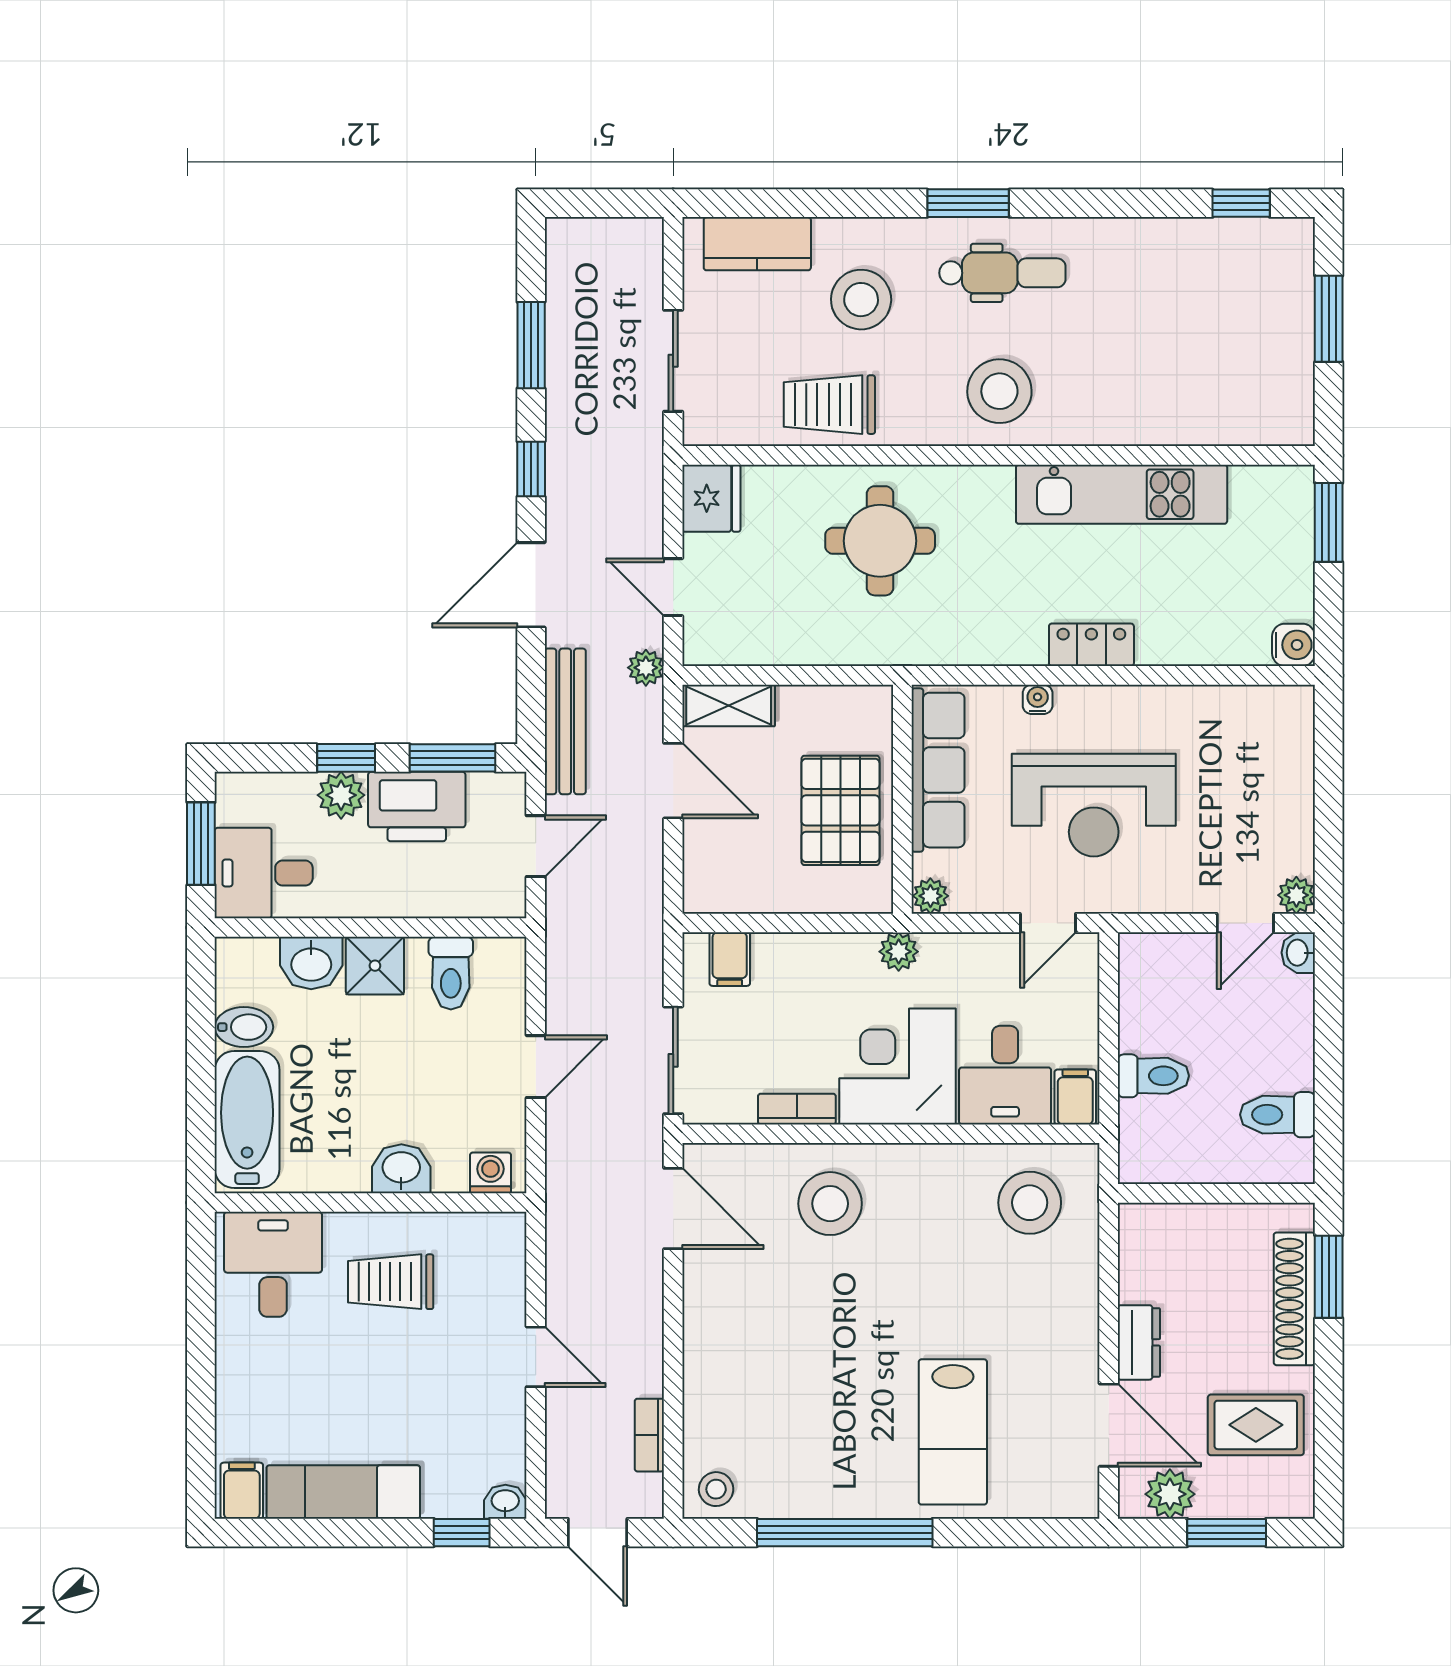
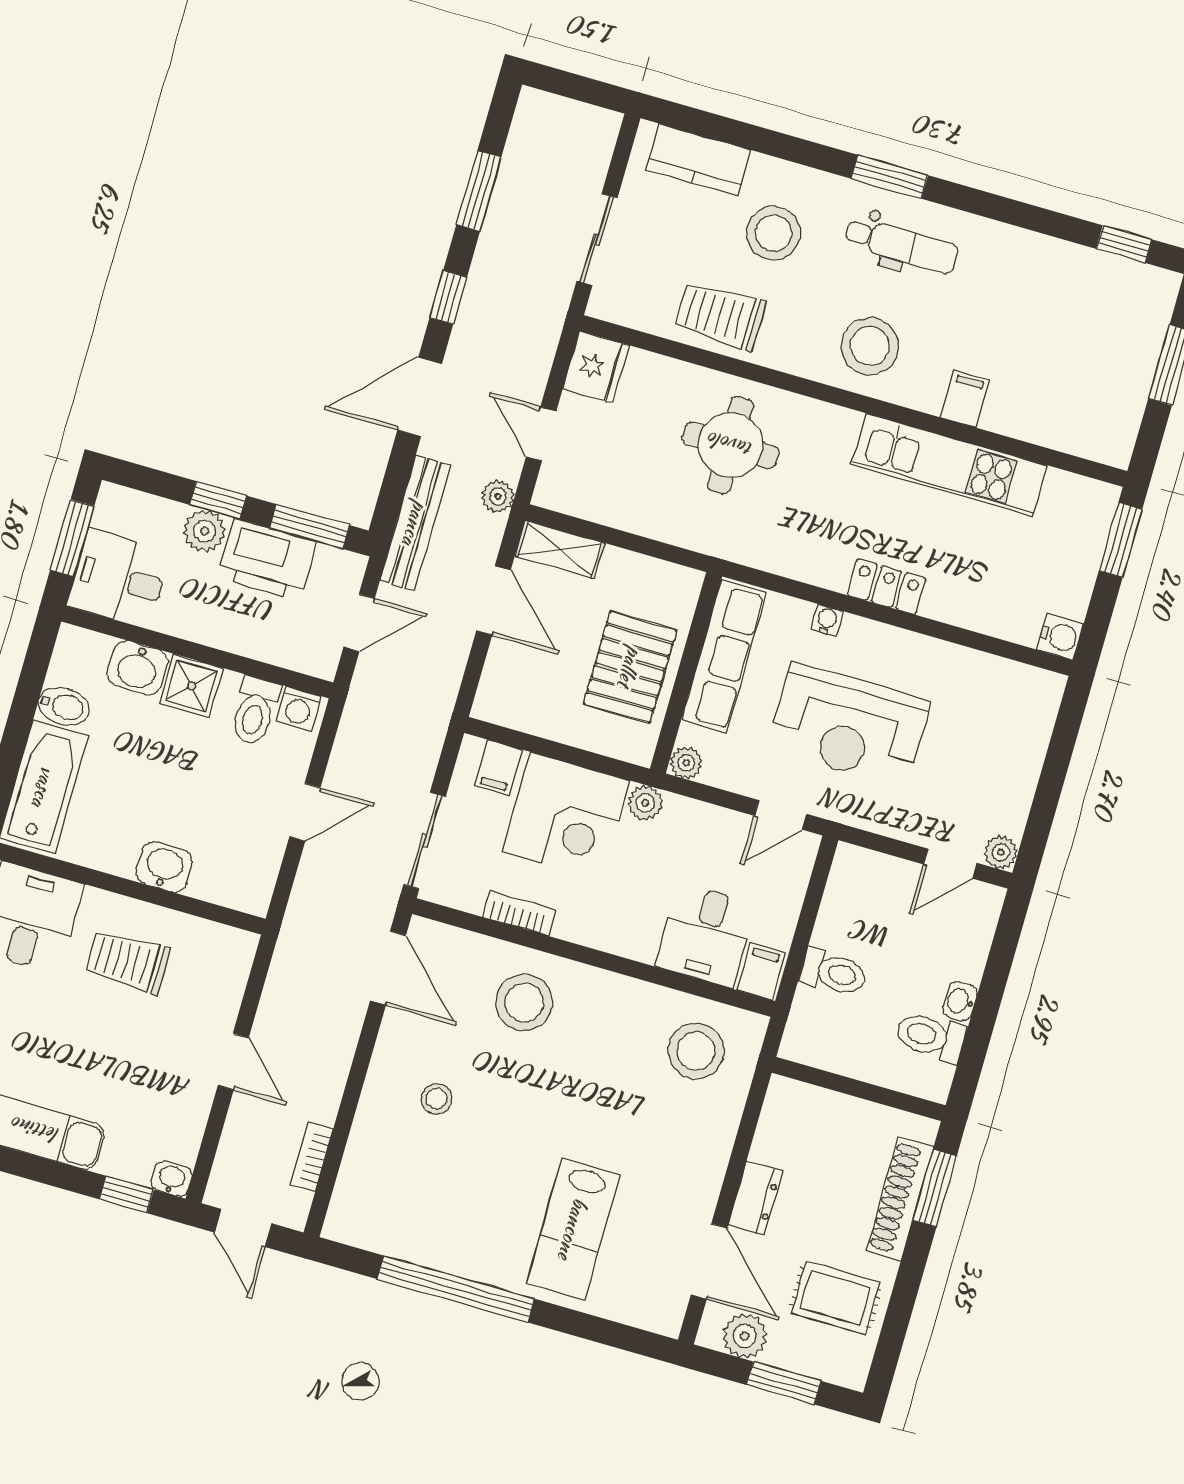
filing cabinet: (1118, 418) -> (965, 399), added
washbasin: (1298, 953) -> (960, 1001), moved
corner desk: (897, 1067) -> (566, 816), moved, turned 180
washing machine: (490, 1173) -> (299, 709), moved, turned 180
stool: (716, 1489) -> (437, 1099), moved

